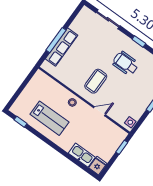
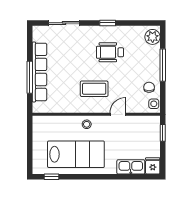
row of seats: (61, 47) -> (39, 72), width x1.36
coffee table: (96, 81) -> (94, 89), turned 90
chair: (135, 108) -> (149, 87), added
lab bench: (49, 118) -> (76, 154), width x1.36, depth x1.39

